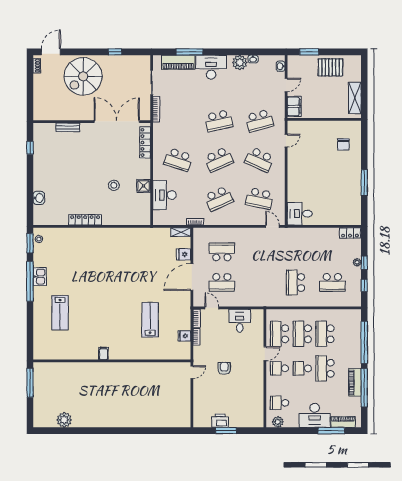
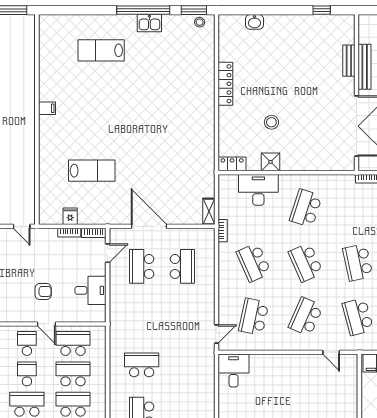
bench: (72, 116) -> (365, 67), added
locker: (145, 142) -> (232, 164), moved, width x0.66
fridge: (184, 254) -> (179, 215), removed
armchair: (224, 368) -> (43, 291), moved

